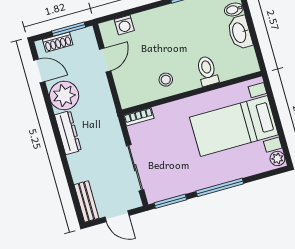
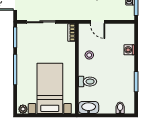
washing machine: (124, 25) -> (129, 50), moved
washbasin: (240, 33) -> (89, 108), moved
door: (105, 60) -> (97, 22), moved

